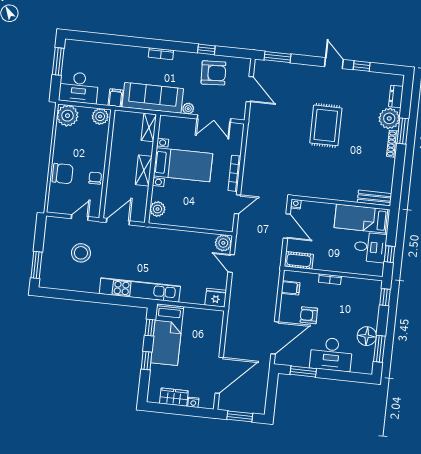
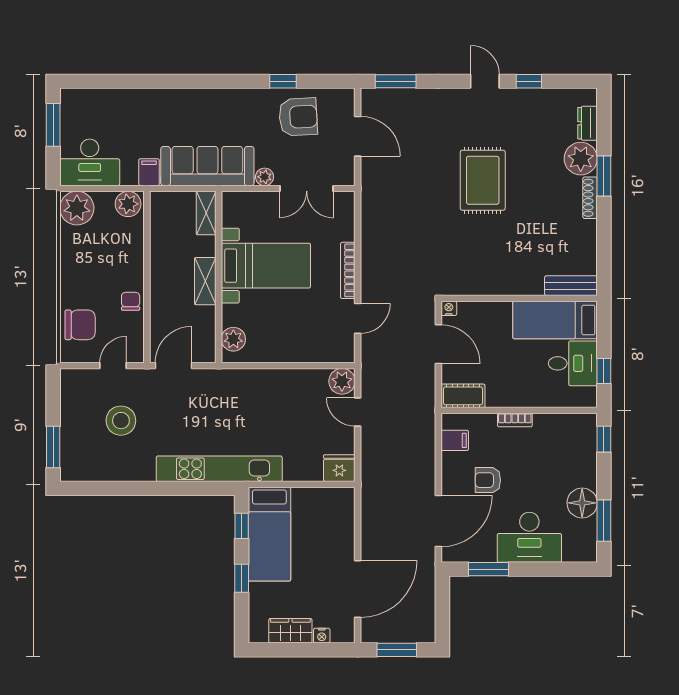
bookcase: (161, 54) -> (213, 96), removed
chair: (63, 174) -> (80, 325), moved

